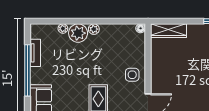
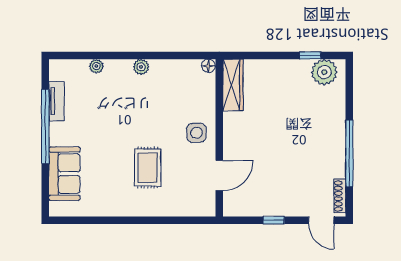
wardrobe: (168, 31) -> (233, 85), moved, turned -90
plant: (78, 33) -> (118, 73), removed

